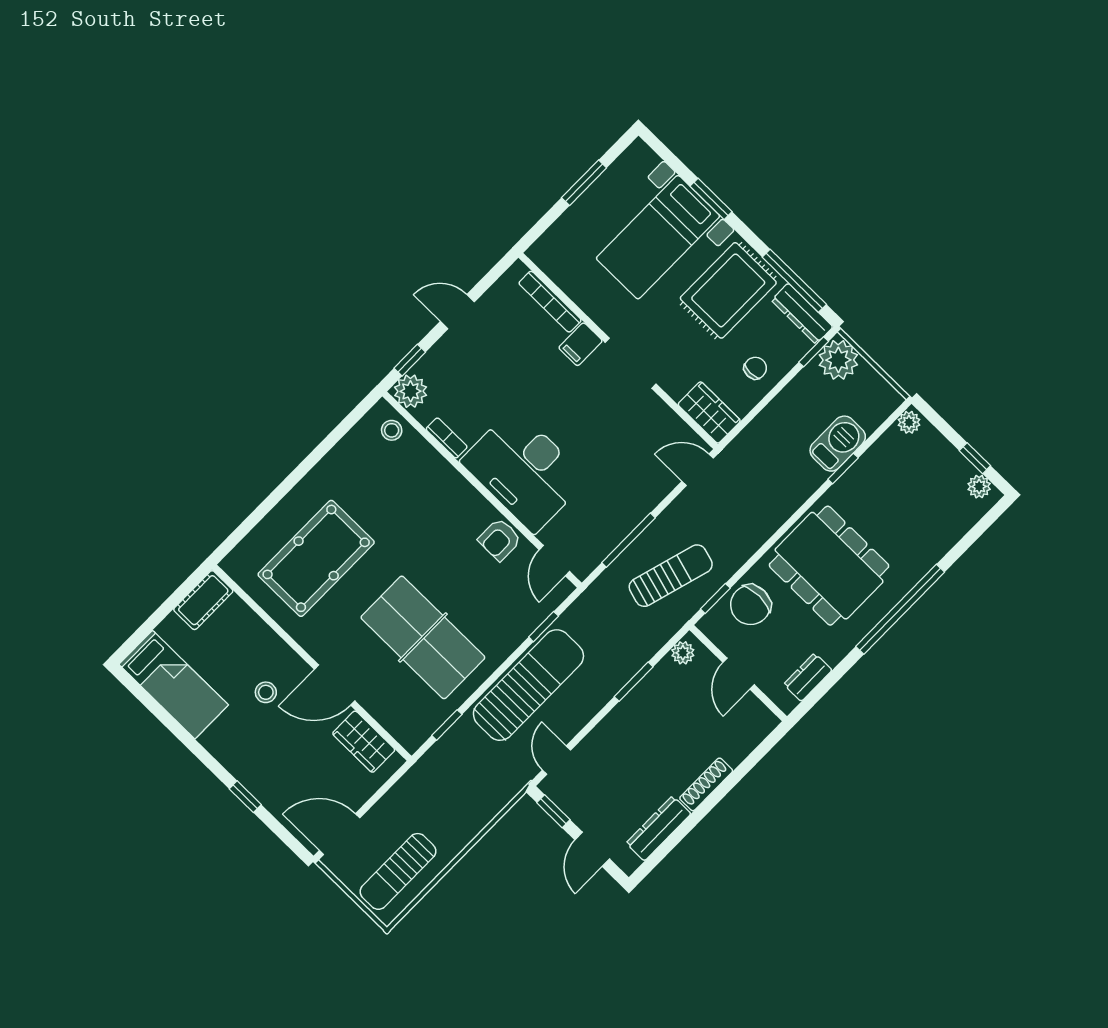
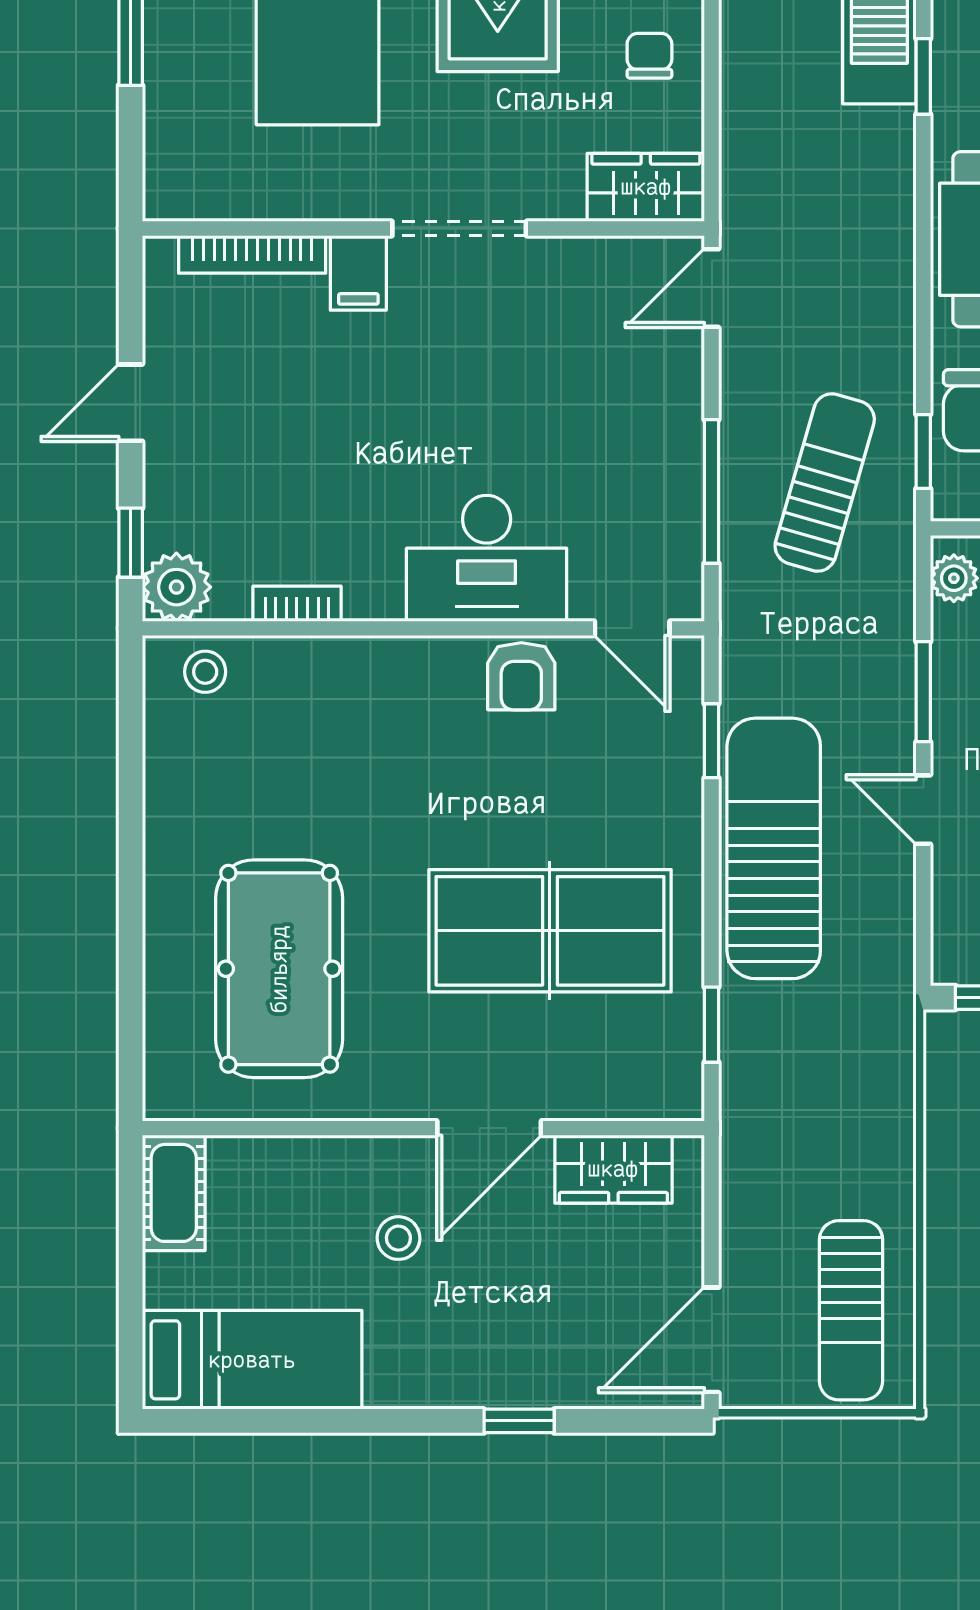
desk: (524, 470) -> (487, 558), width x0.73, depth x0.77
door: (557, 760) -> (923, 810), moved

